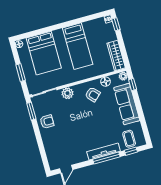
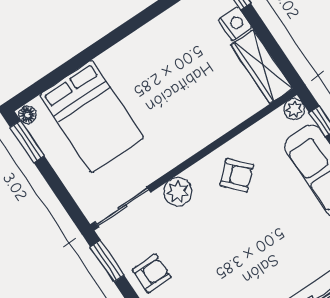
nightstand: (111, 35) -> (235, 24), added
bed: (78, 46) -> (165, 74), removed
window: (21, 73) -> (27, 142), moved
floor lamp: (105, 82) -> (257, 135), removed

